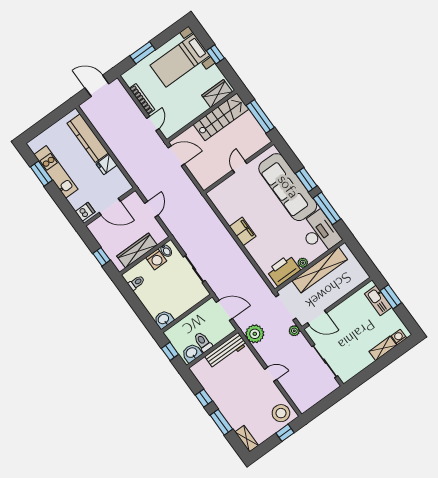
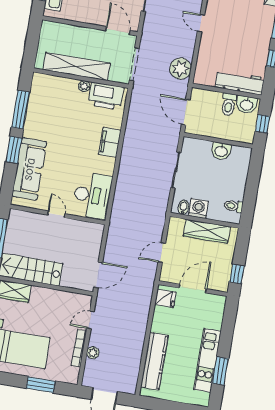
door: (176, 156) -> (98, 275), swing flipped
fridge: (107, 164) -> (165, 298), moved
door: (240, 167) -> (56, 214), swing flipped
sofa: (288, 187) -> (29, 169), width x0.74, depth x0.79
door: (110, 207) -> (193, 288), hinge flipped
dishwasher: (85, 212) -> (217, 305), removed
filing cabinet: (243, 231) -> (110, 142), moved
desk: (319, 233) -> (92, 195), moved, turned 180
window: (102, 257) -> (237, 274), moved
washbasin: (164, 319) -> (221, 151), moved
plant: (294, 331) -> (93, 353), moved
workbench: (226, 351) -> (240, 82), moved

